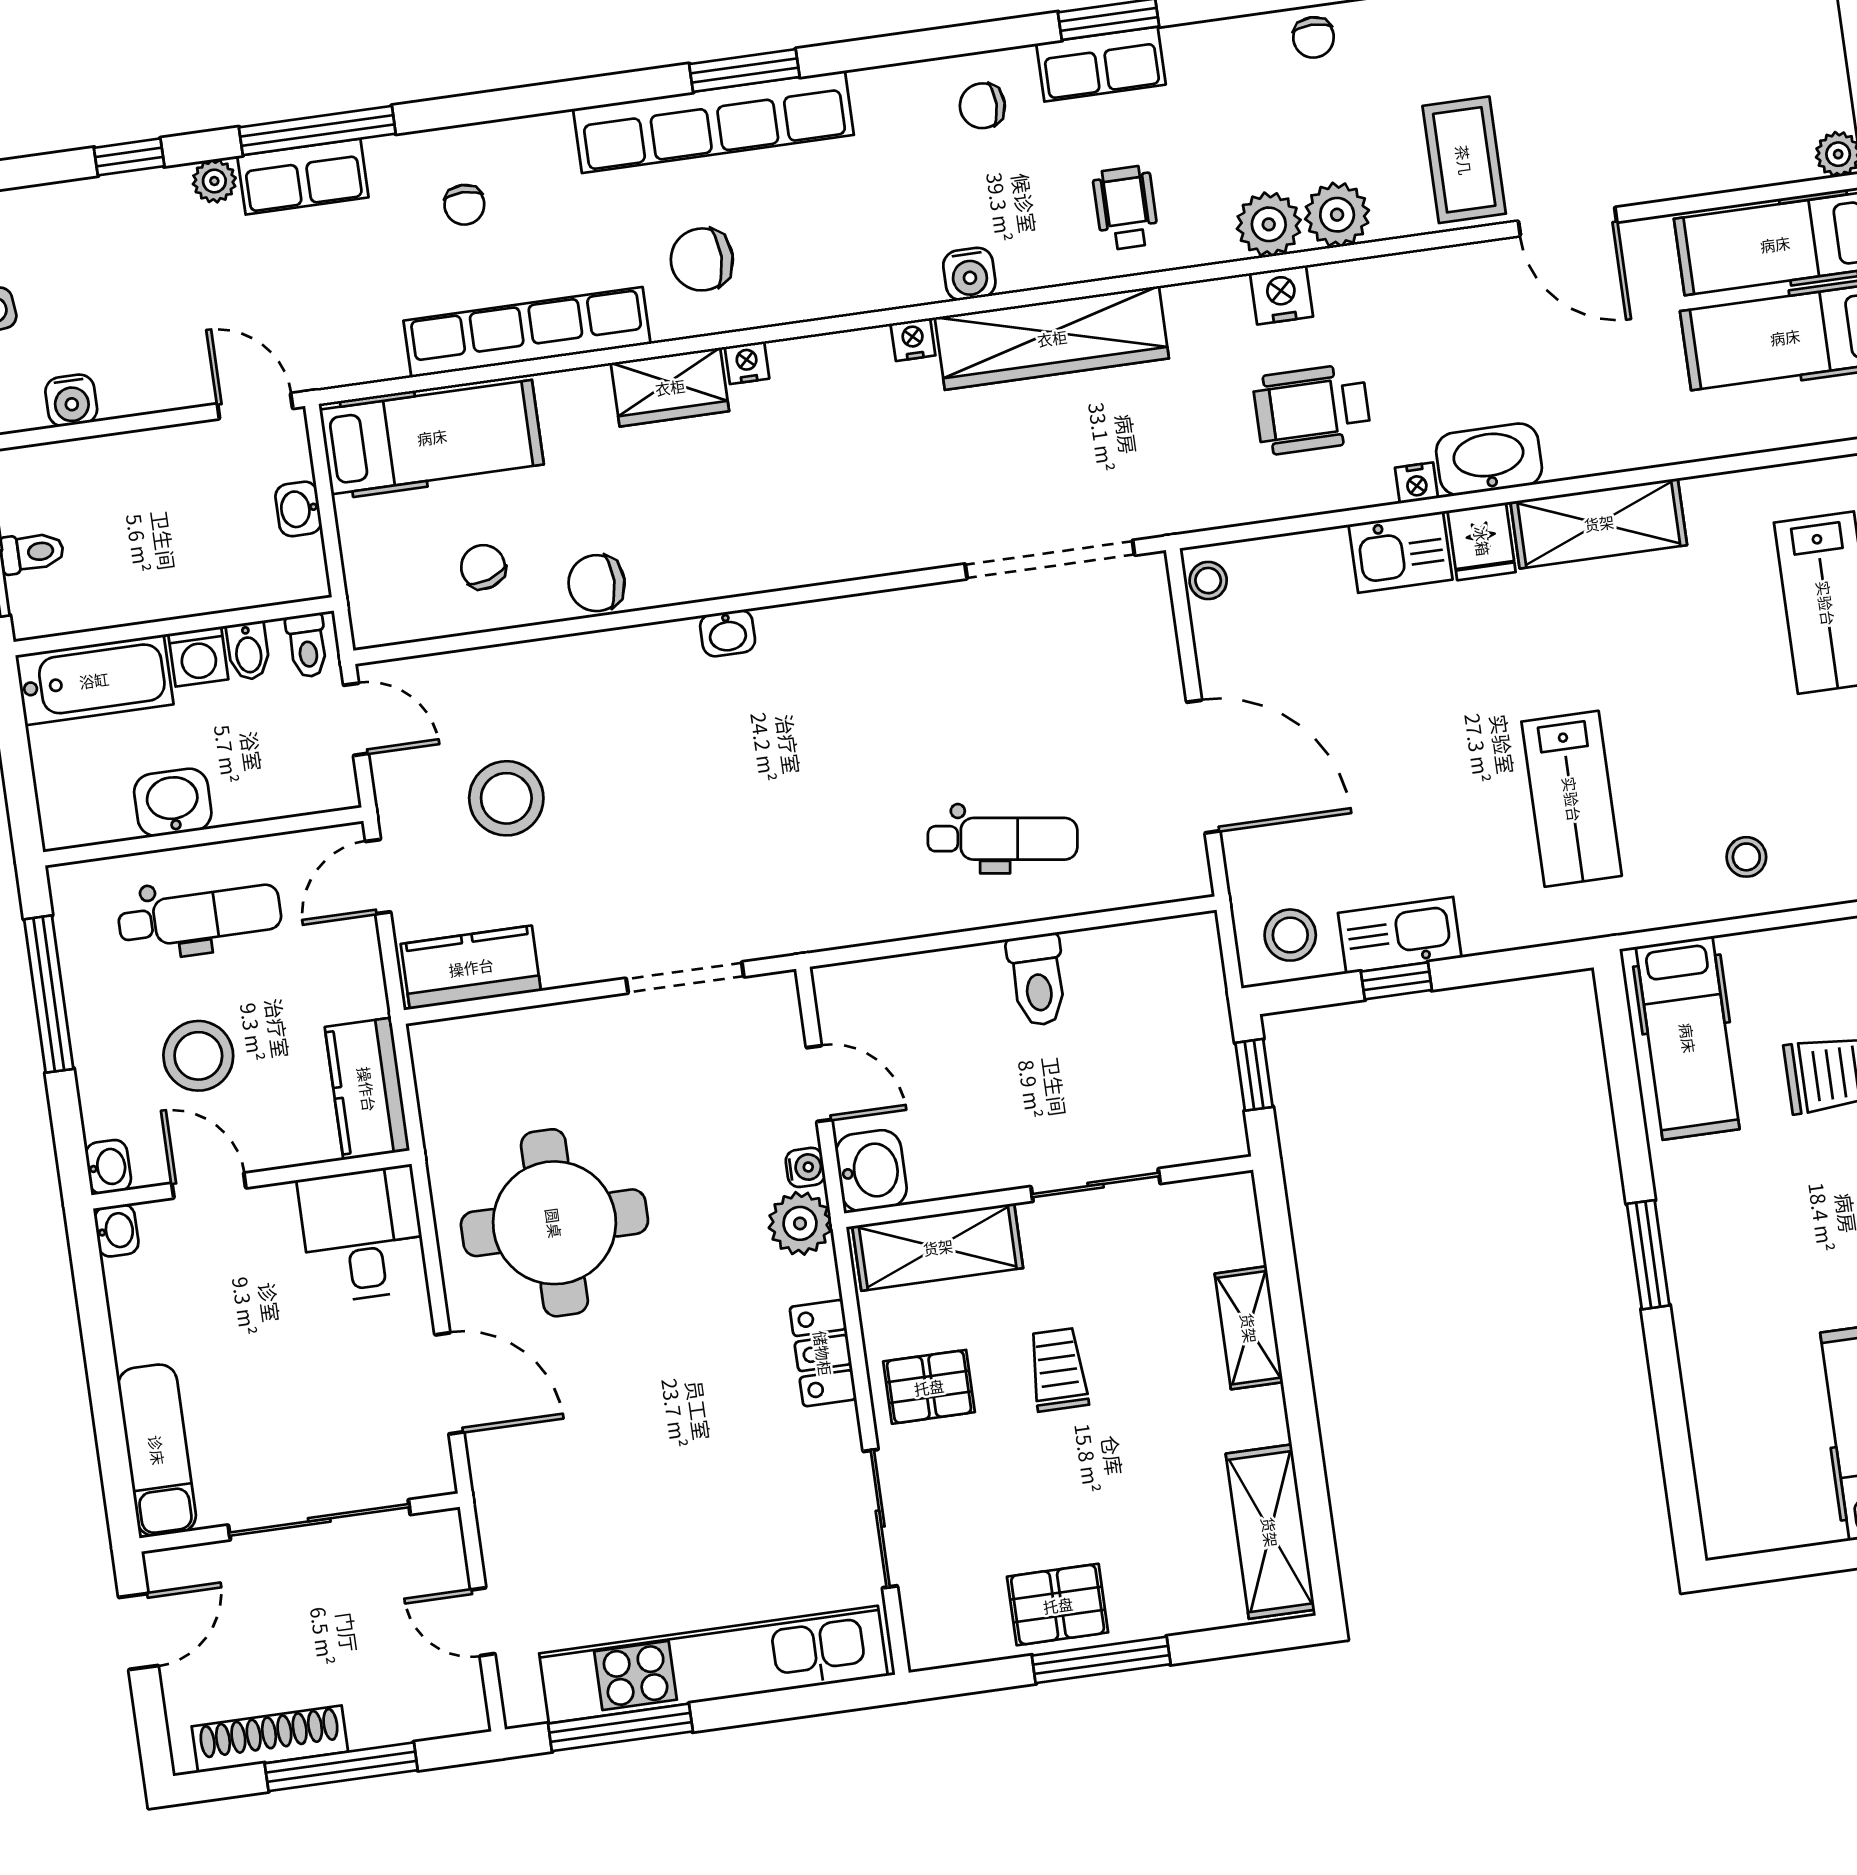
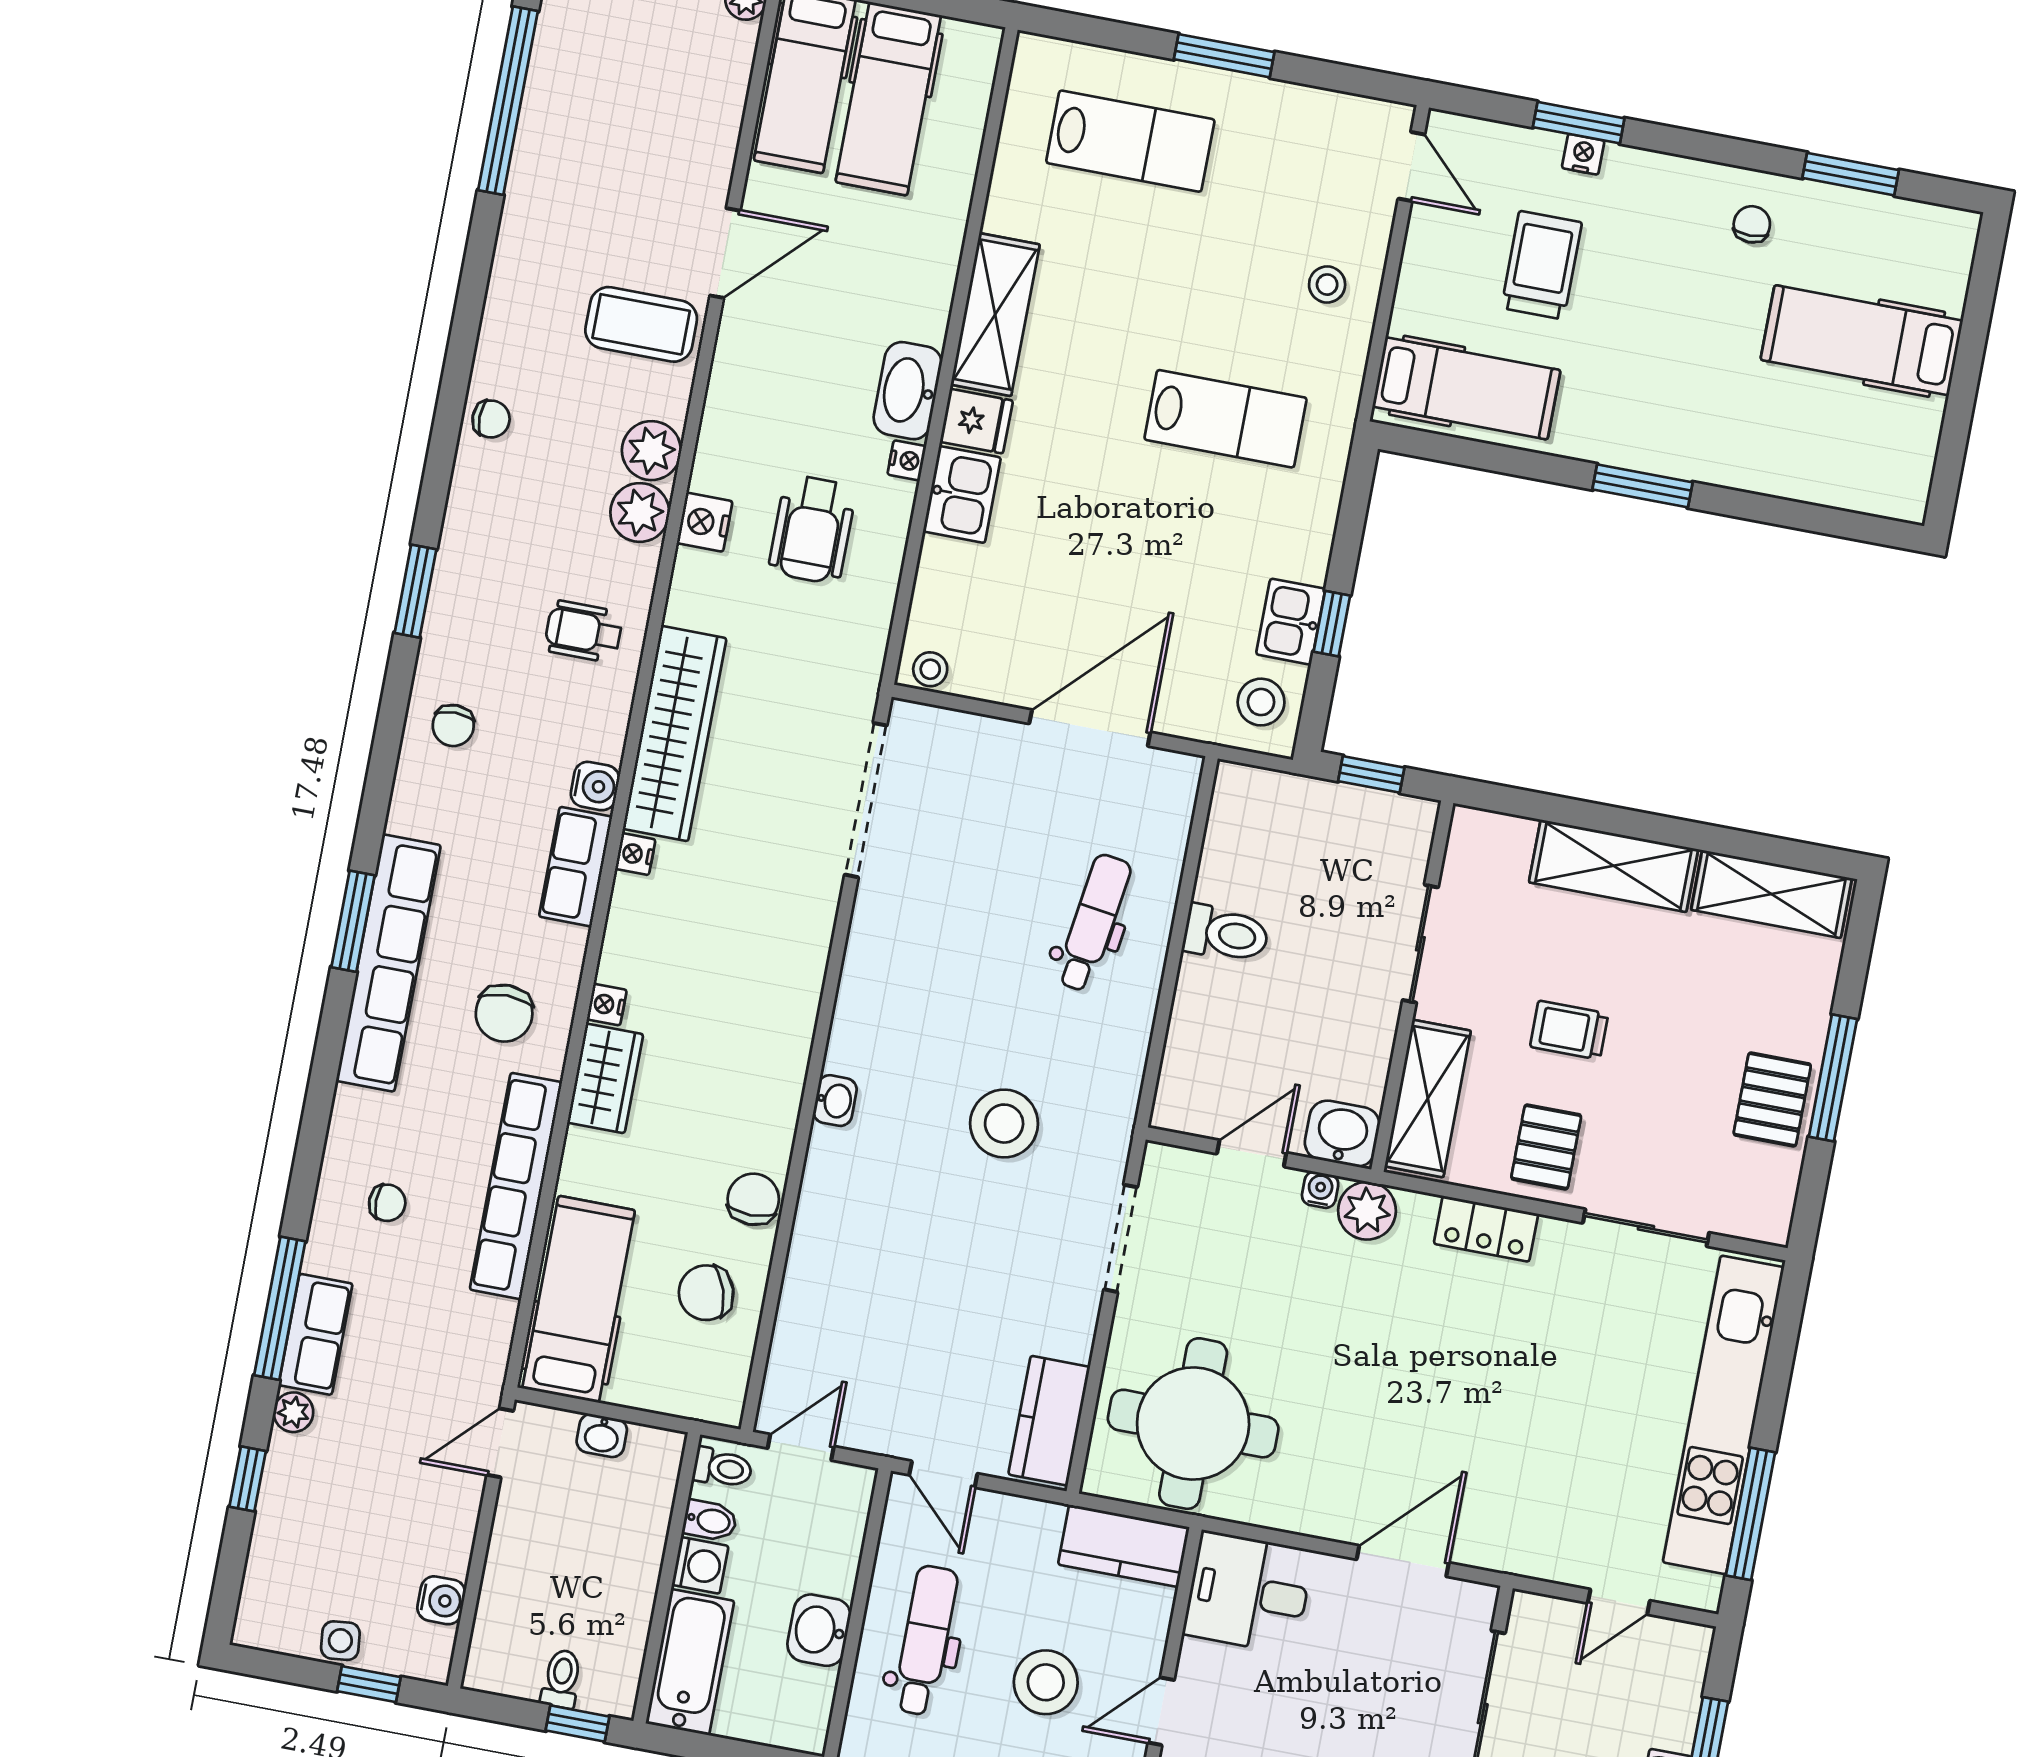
row of seats: (1101, 64) -> (576, 867), moved, turned 180
chair: (483, 567) -> (706, 1293), width x1.37, depth x1.37
chair: (597, 583) -> (753, 1199), turned 180
stool: (506, 798) -> (1004, 1124), moved
kitchen sink: (1400, 935) -> (1291, 622), width x0.73
round table: (554, 1223) -> (1193, 1424), moved
shelving: (1249, 1328) -> (1614, 866), width x1.50, depth x1.33

